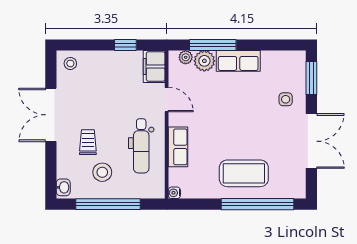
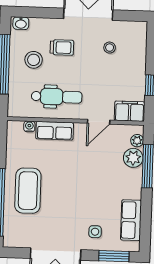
row of seats: (238, 61) -> (131, 220), moved
stool: (70, 63) -> (110, 48), moved
dental chair: (141, 146) -> (57, 97), turned 180
water cooler: (174, 193) -> (29, 126), moved

